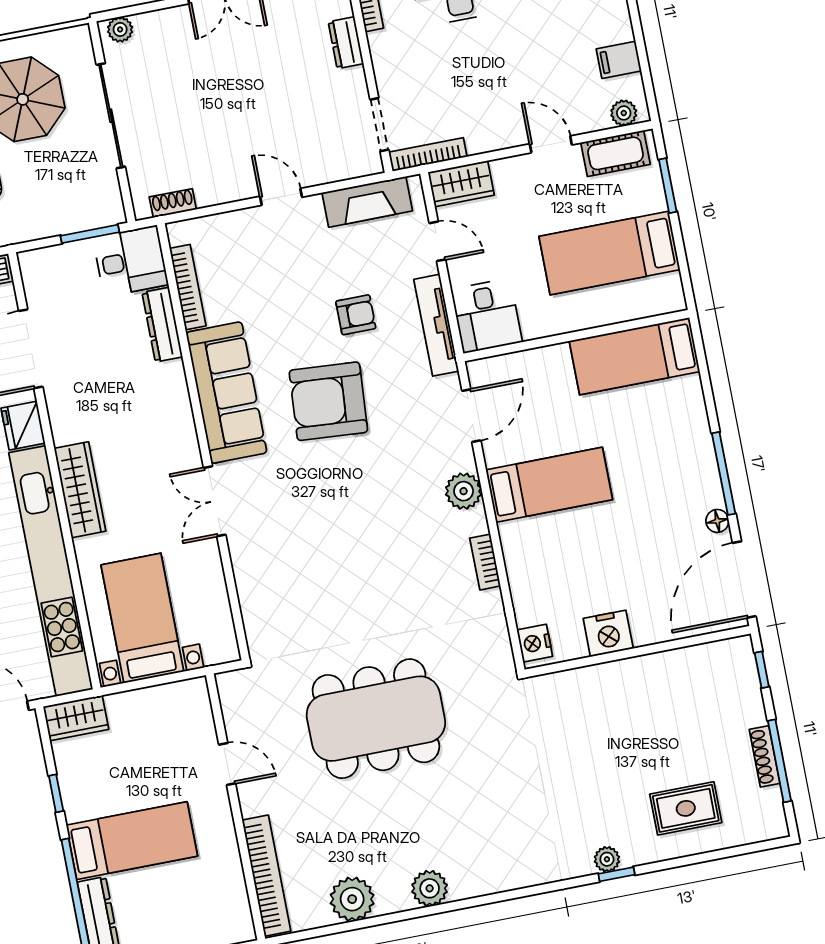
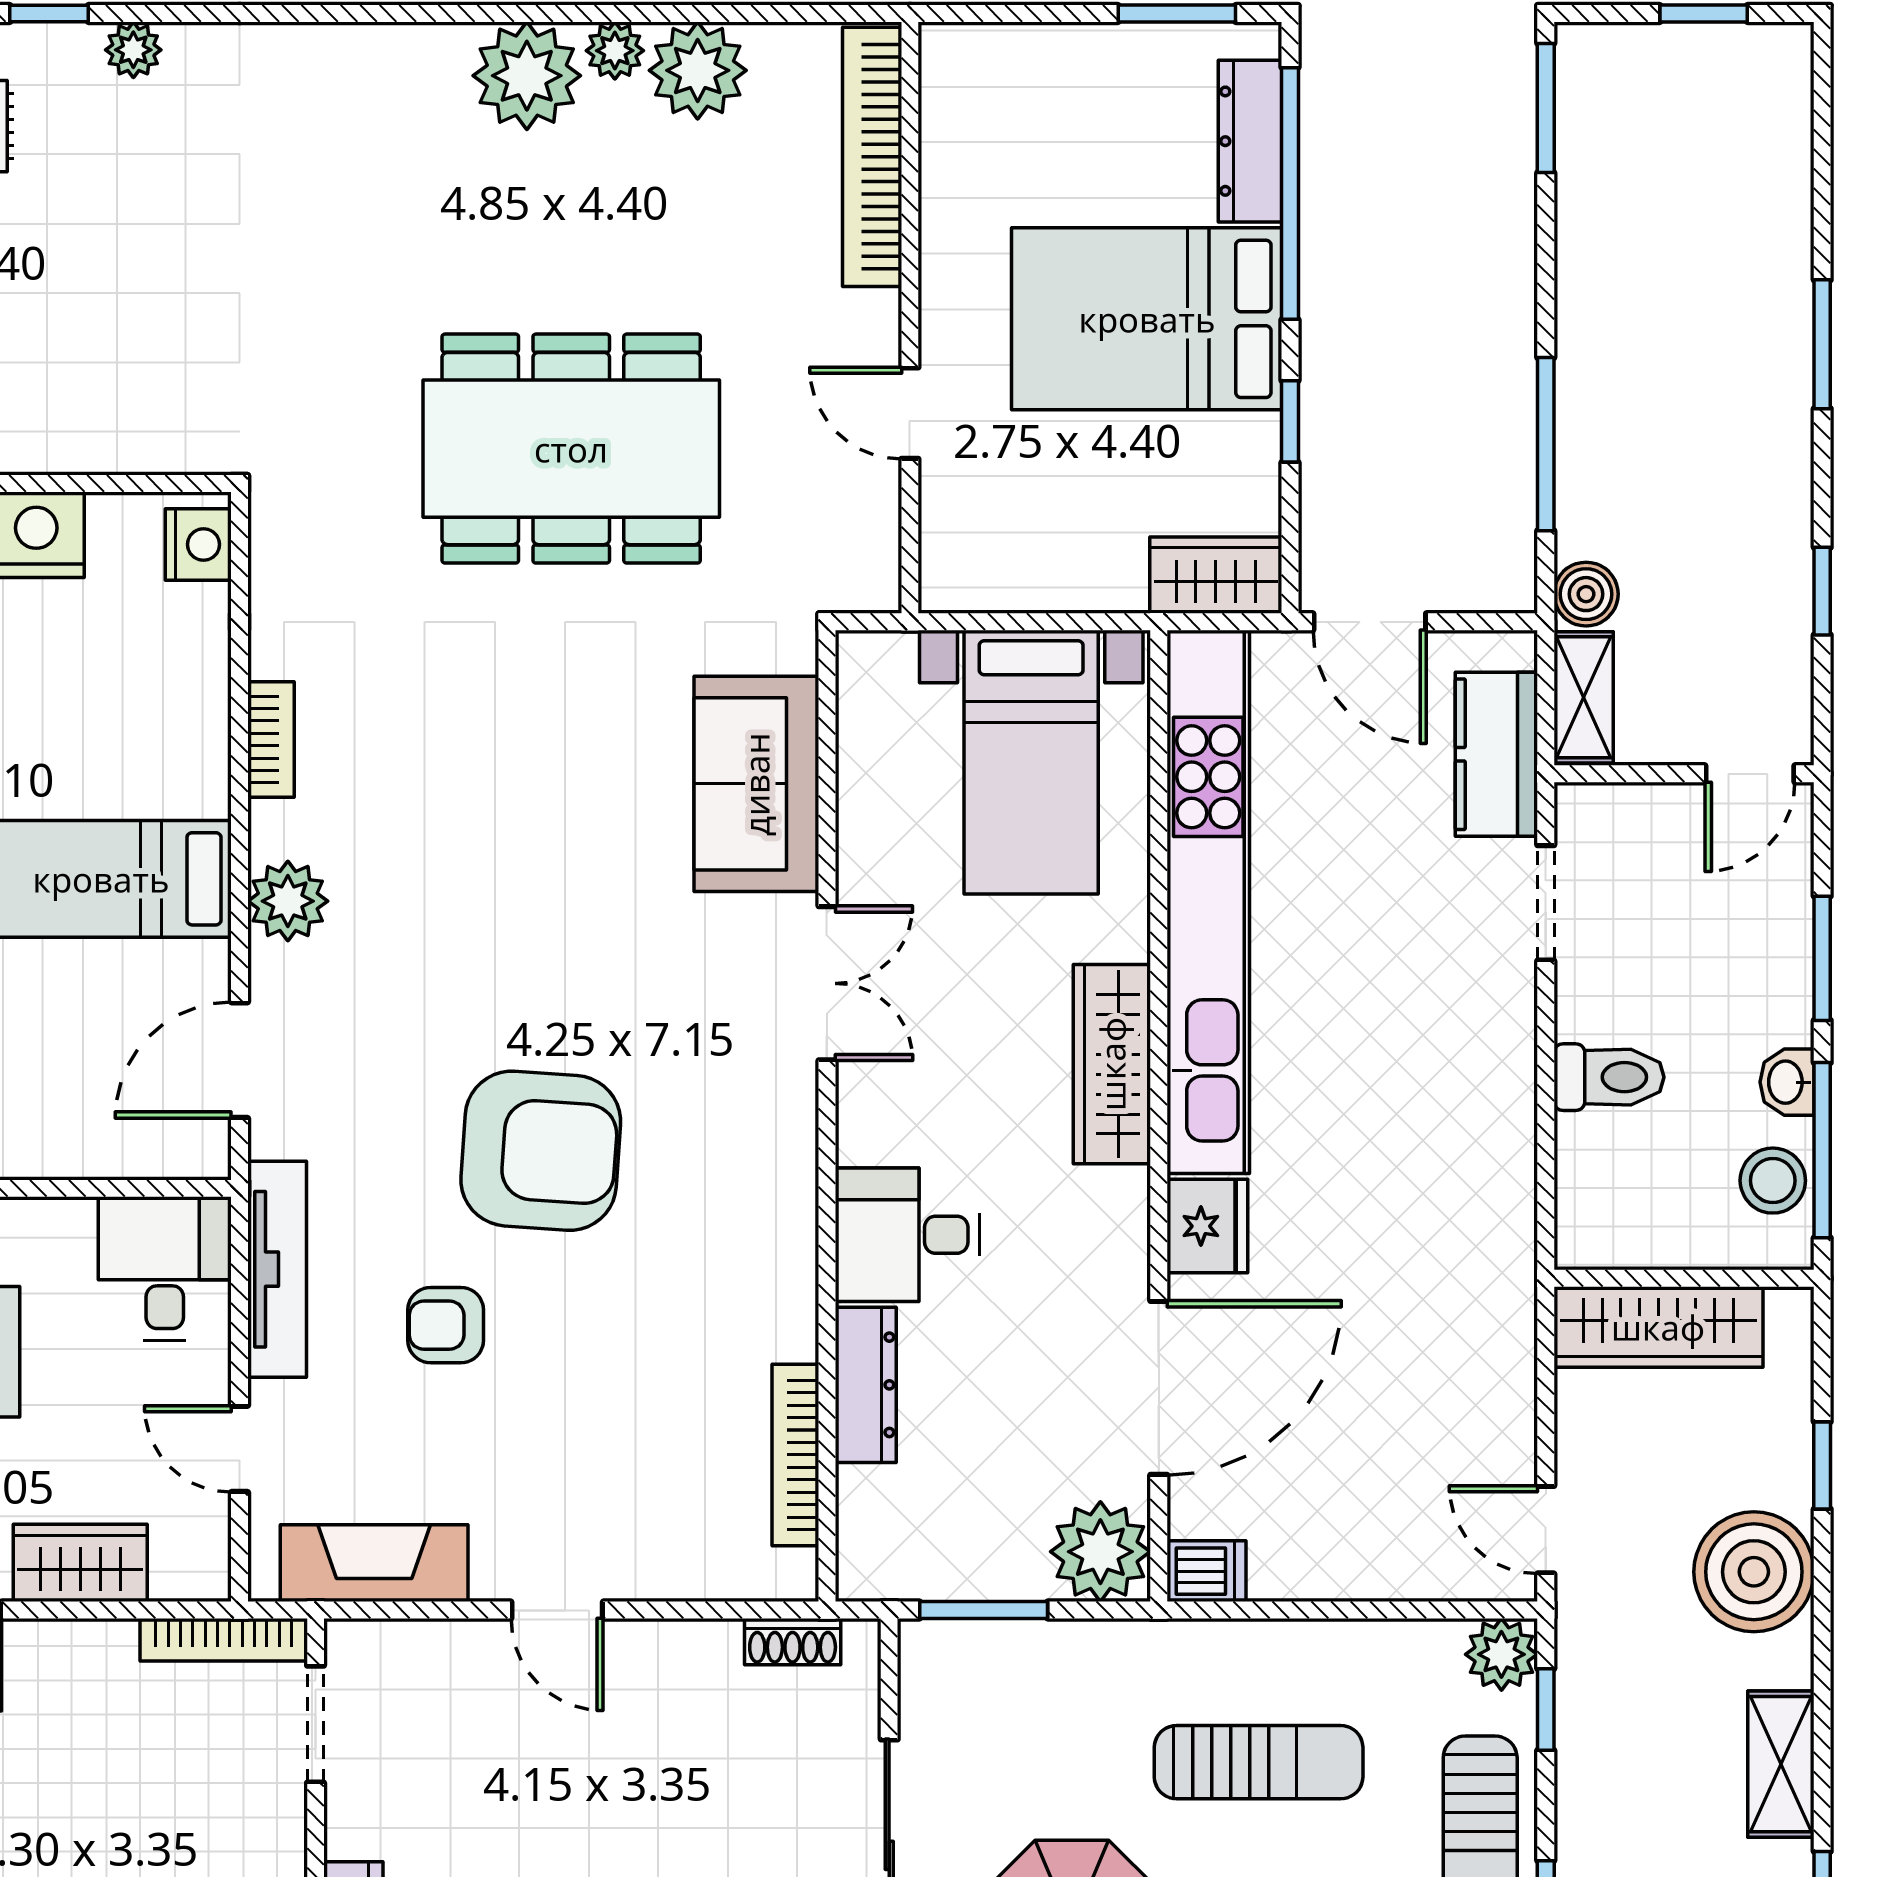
wardrobe: (461, 184) -> (80, 1563), moved
desk: (131, 261) -> (907, 1235), moved
plant: (43, 270) -> (1100, 1552), added
sofa: (226, 393) -> (756, 784), moved, width x0.73
bed: (132, 841) -> (1147, 319), width x1.50
window: (617, 874) -> (49, 14), moved
plant: (430, 888) -> (527, 76), width x1.36, depth x1.36
plant: (391, 901) -> (615, 51), added

